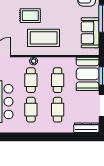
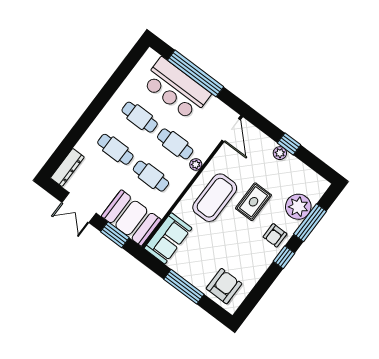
sofa: (90, 33) -> (168, 238), moved, turned 90

